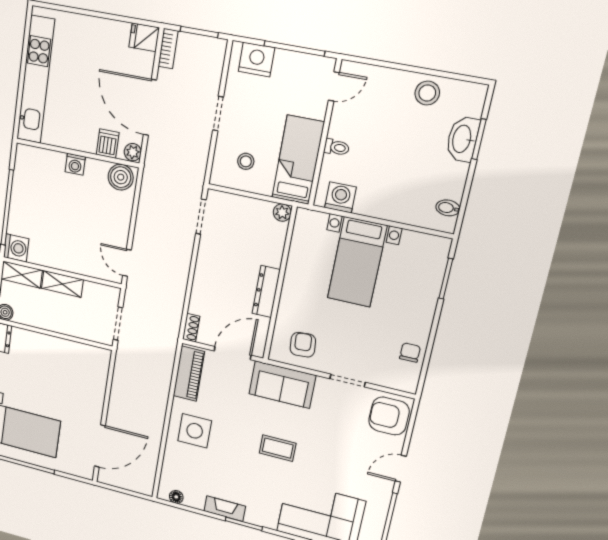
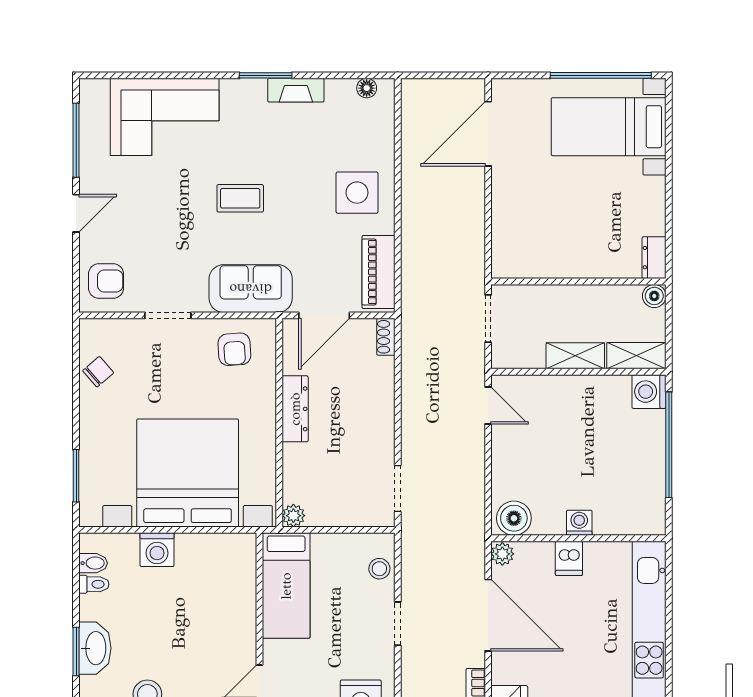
dishwasher: (108, 144) -> (569, 558), moved
toilet: (337, 147) -> (94, 584), moved, turned 180
stool: (246, 161) -> (379, 569), moved
washing machine: (340, 197) -> (157, 550), moved
bed with nightstands: (357, 262) -> (188, 473), width x1.85
chair: (410, 353) -> (98, 372), turned -131
armchair: (389, 416) -> (106, 281), width x0.72, depth x0.72

